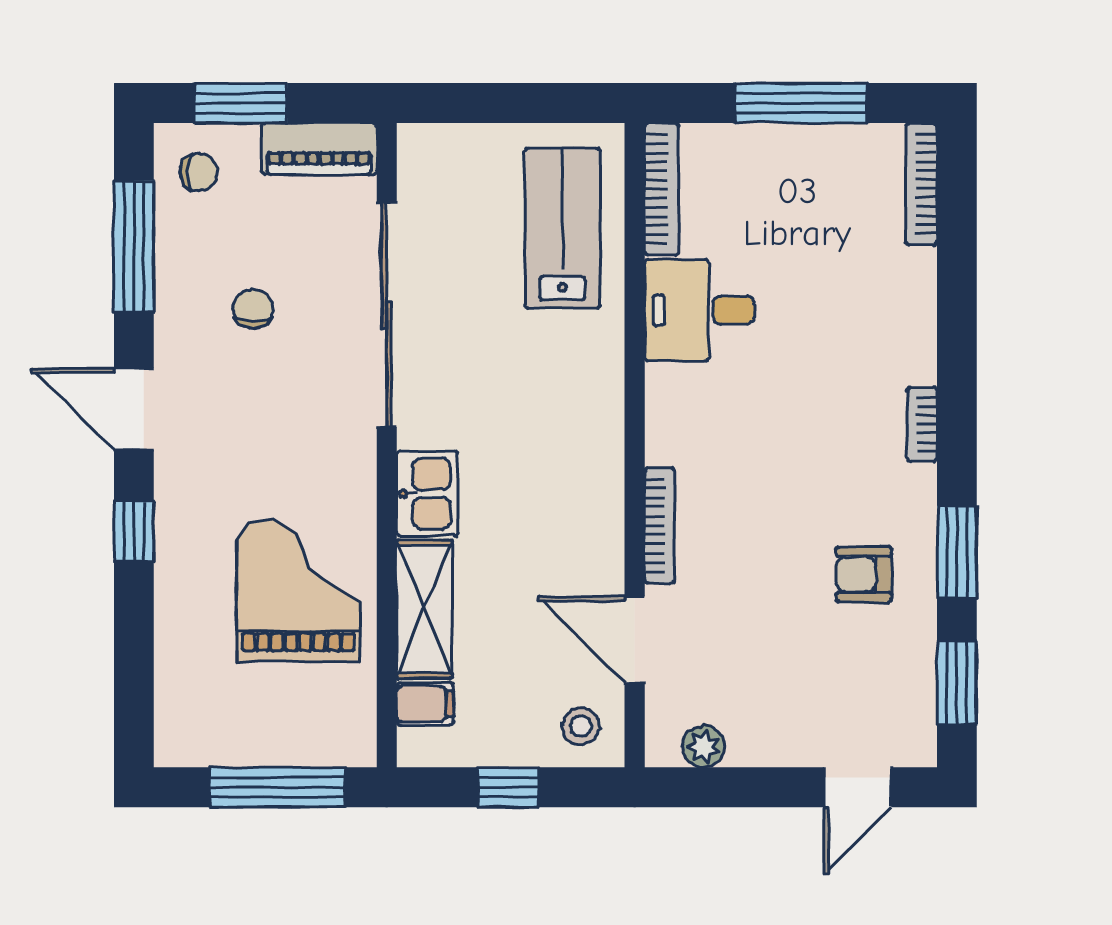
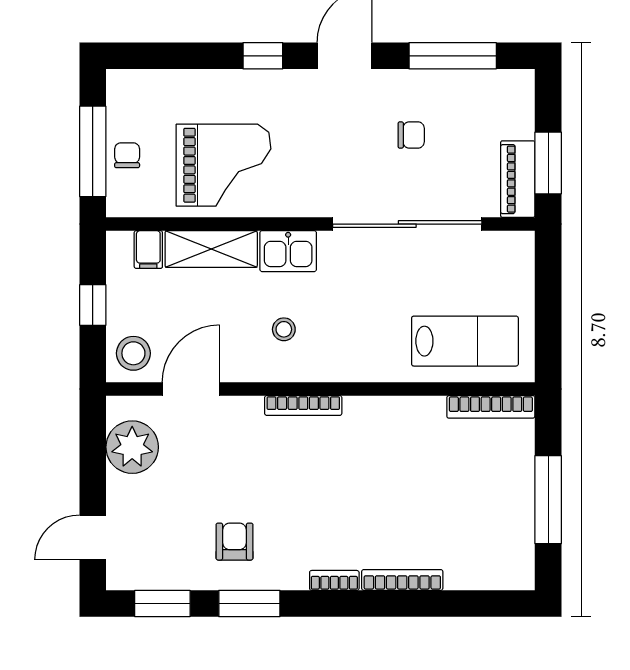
window: (241, 103) -> (548, 163), moved
chair: (199, 172) -> (127, 155), moved, turned 180
bookcase: (921, 184) -> (402, 580), moved
desk: (699, 310) -> (410, 432), removed
stool: (545, 500) -> (284, 329), added
bookcase: (659, 525) -> (303, 406), moved
stool: (581, 726) -> (133, 353), width x1.37, depth x1.37
plant: (704, 746) -> (132, 447), width x1.88, depth x1.88
door: (858, 787) -> (93, 537), hinge flipped

